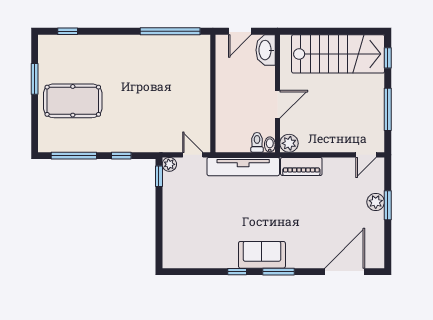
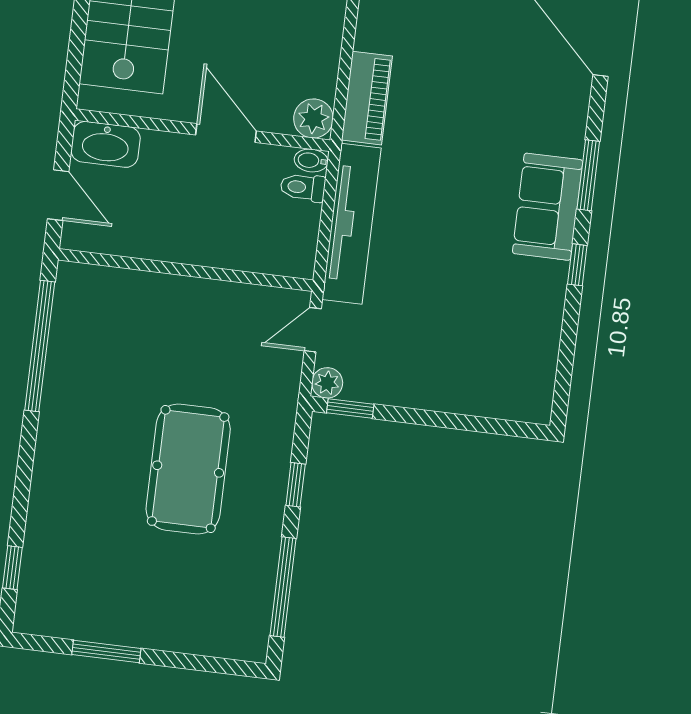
pool table: (73, 101) -> (188, 469), moved

